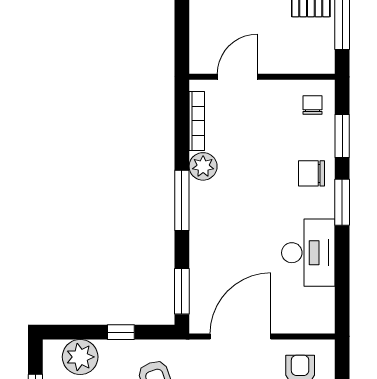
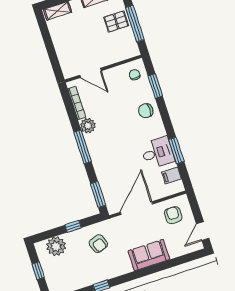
door: (237, 77) -> (90, 73), swing flipped
window: (342, 202) -> (176, 150), moved
desk: (308, 253) -> (158, 153), width x0.73
filing cabinet: (319, 300) -> (172, 176), added

